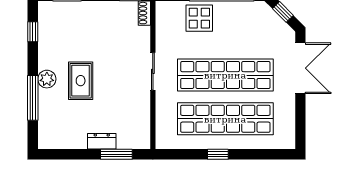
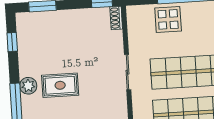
rug: (81, 81) -> (60, 85), turned 90

